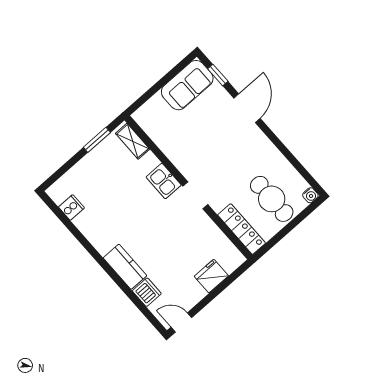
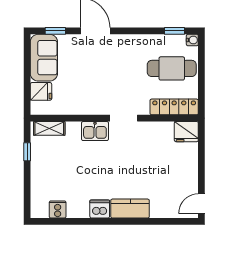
fridge: (157, 107) -> (41, 91), added
window: (97, 140) -> (27, 152), width x0.67
window: (305, 174) -> (174, 31), added
fridge: (211, 276) -> (186, 132), moved, turned -90
dishwasher: (147, 292) -> (100, 209), moved

